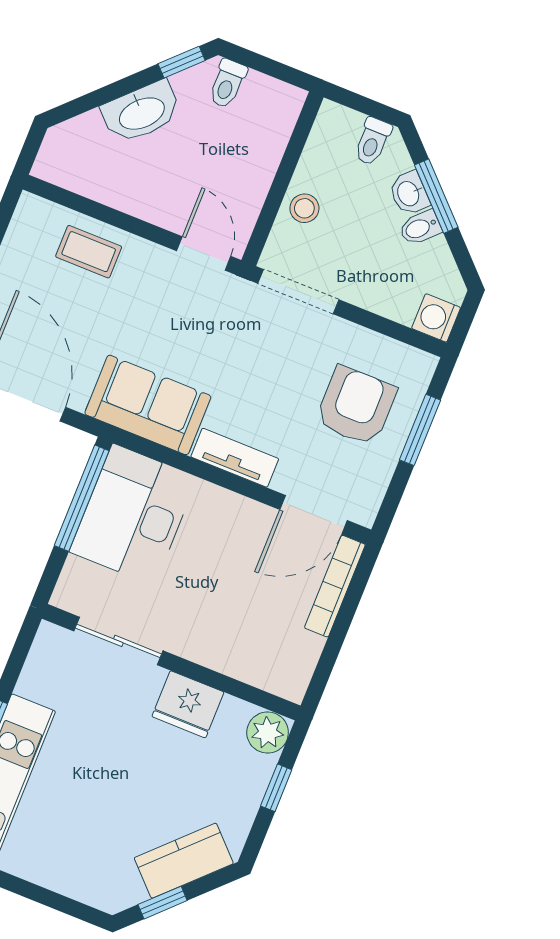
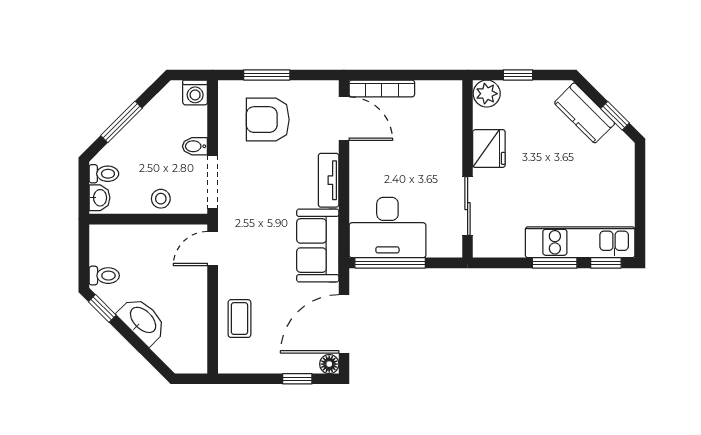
washbasin: (409, 193) -> (99, 198), moved, turned -45
bidet: (420, 228) -> (195, 146), moved, turned 135

